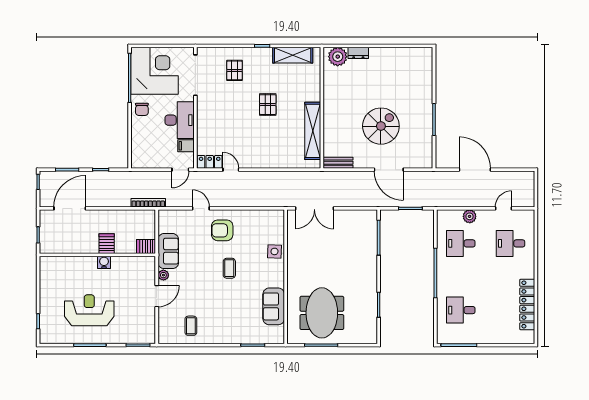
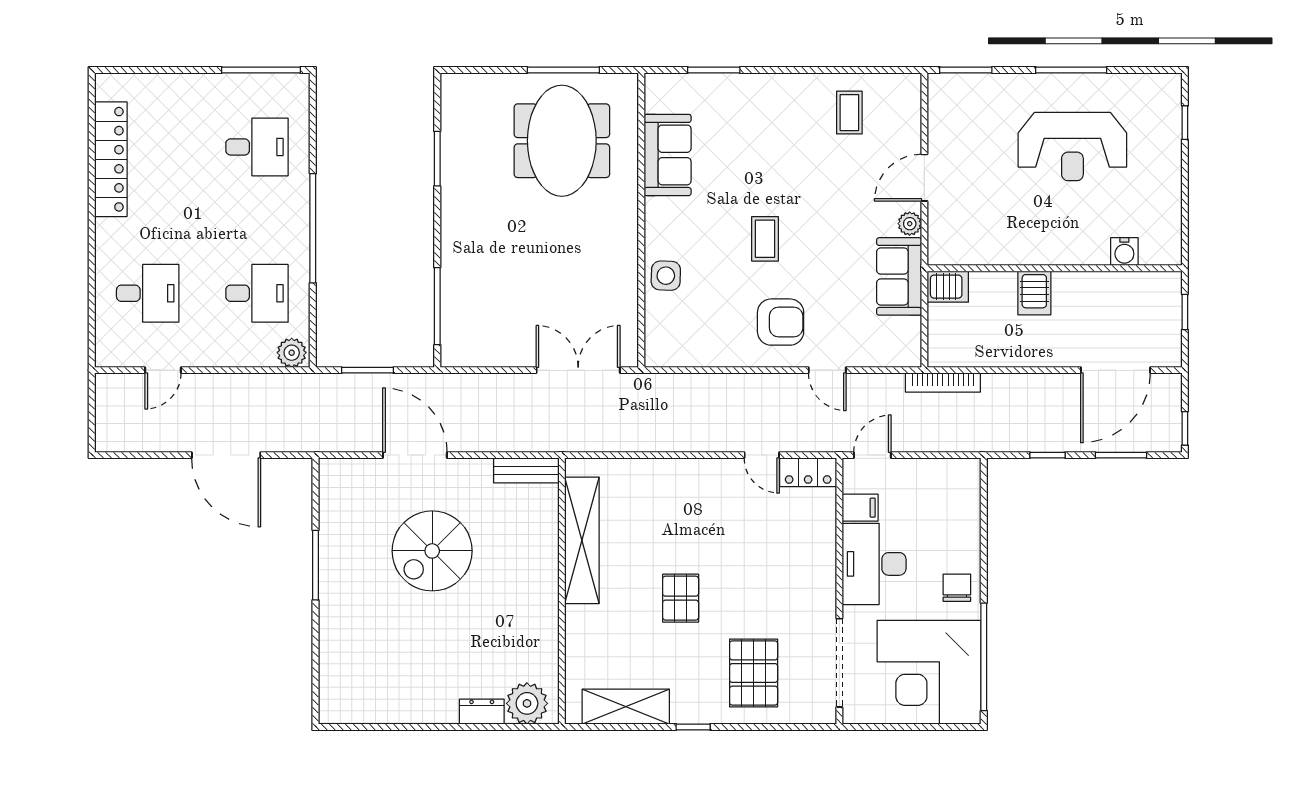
pallet: (234, 70) -> (754, 673), width x1.50, depth x1.42
plant: (470, 216) -> (292, 353), moved
water cooler: (104, 262) -> (1124, 252), moved

